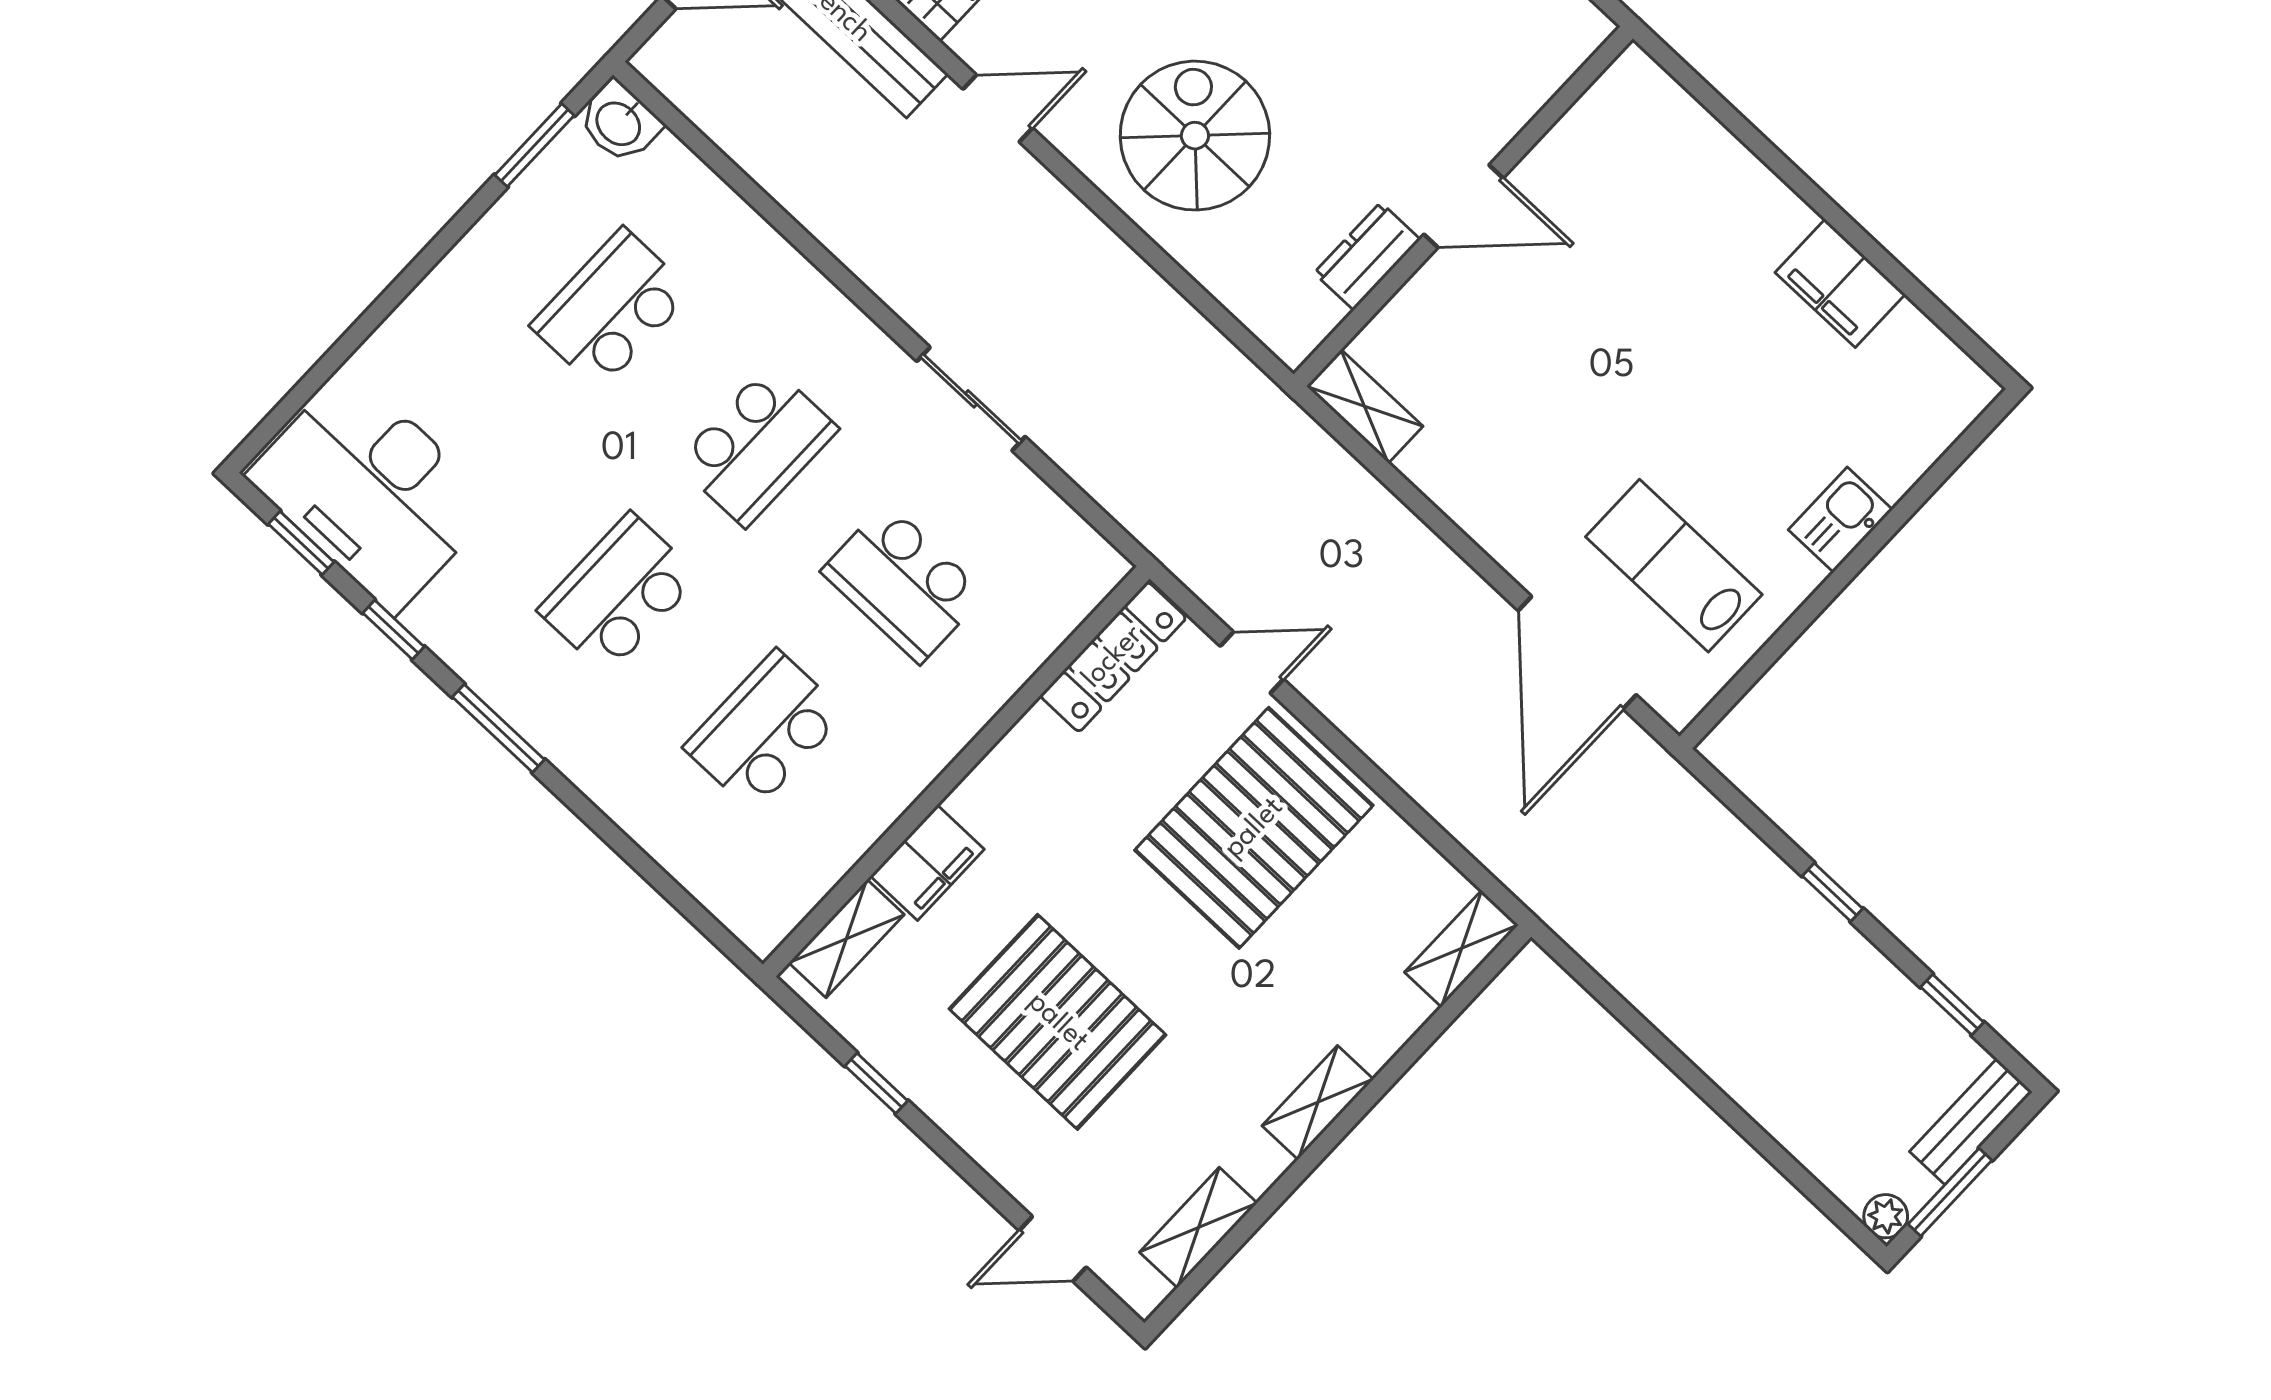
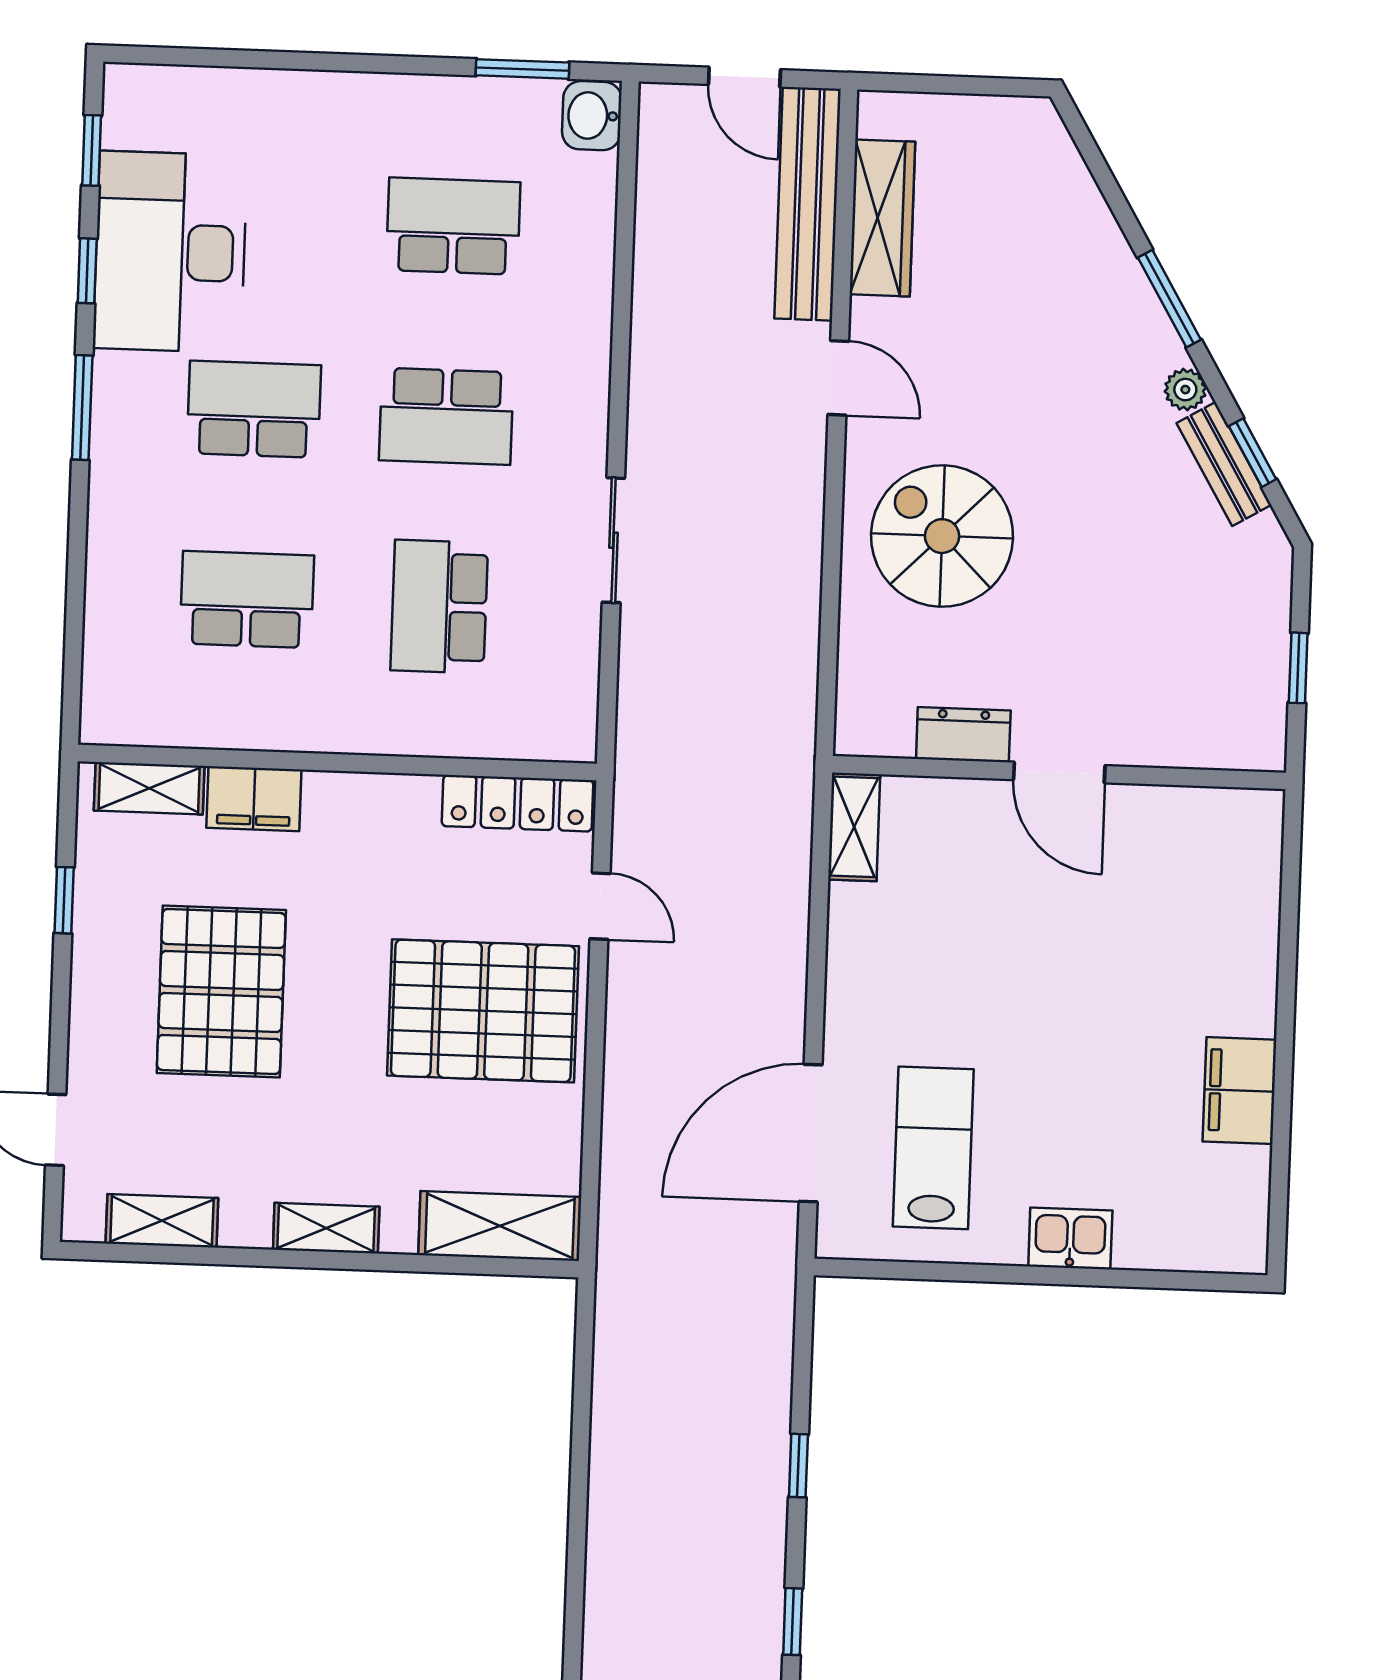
spiral stairs: (1195, 136) -> (942, 536), turned -90
desk: (372, 491) -> (170, 252), moved
shelving: (1461, 949) -> (500, 1226), width x1.50, depth x1.33

